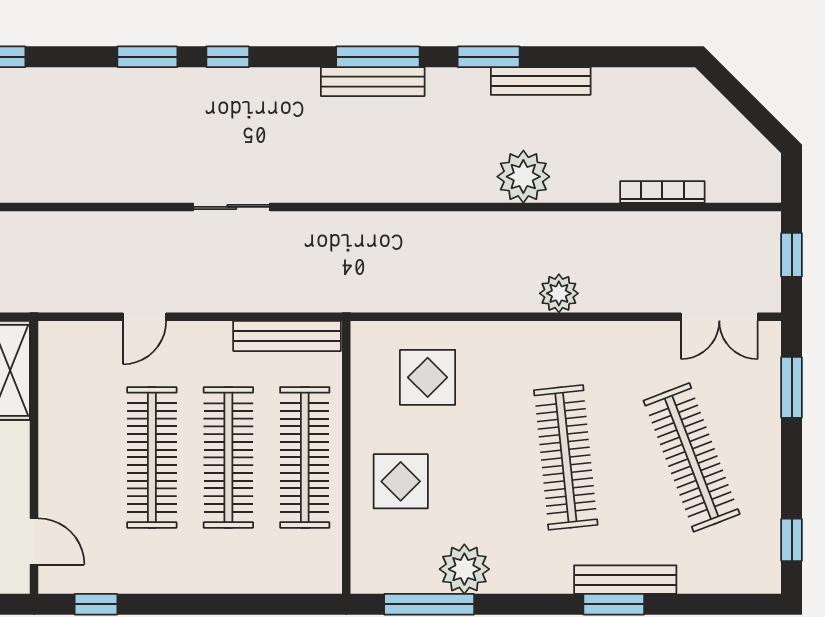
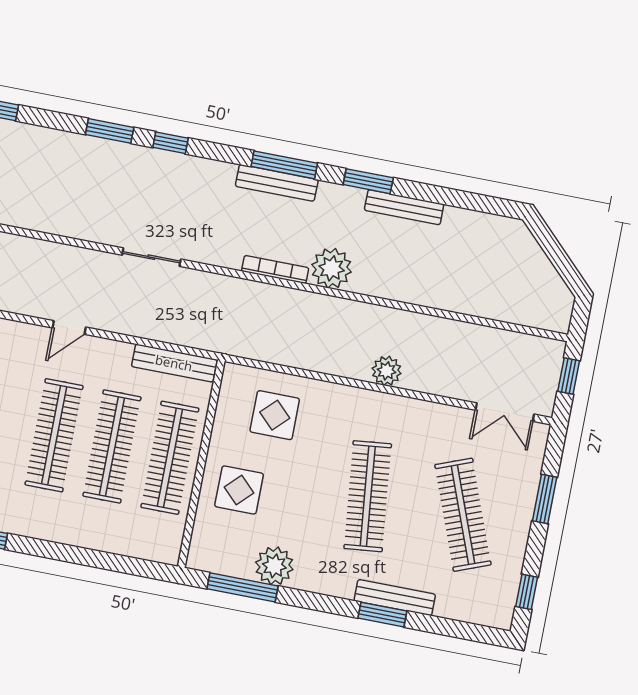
plant: (523, 177) -> (332, 268), moved
bookcase: (662, 192) -> (275, 269), moved
window: (792, 387) -> (545, 499), moved

